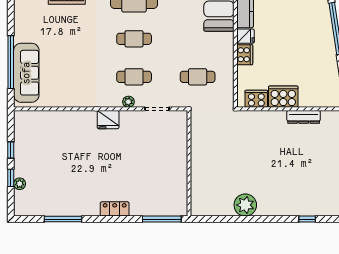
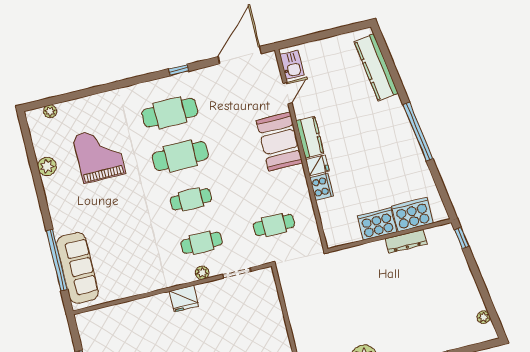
cooker: (256, 99) -> (412, 215), moved, width x1.37, depth x1.31

